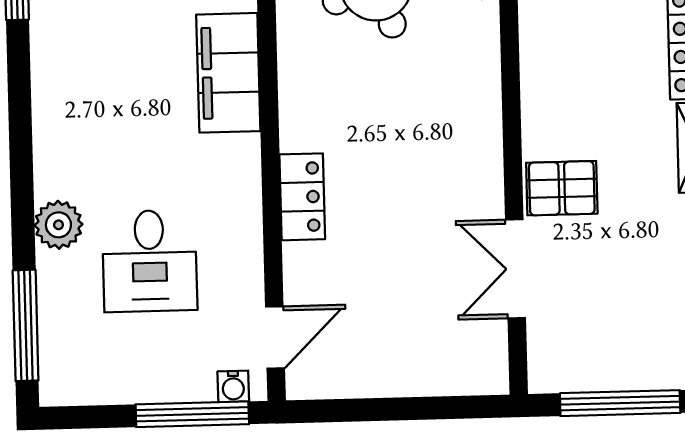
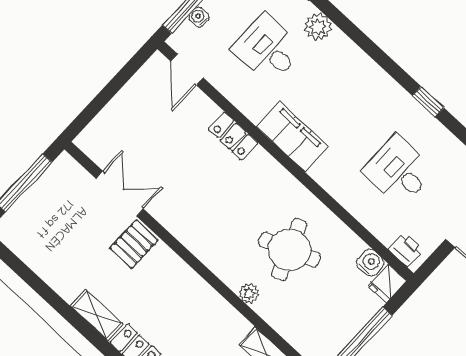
filing cabinet: (228, 73) -> (292, 137), moved
water cooler: (233, 386) -> (199, 17), moved

